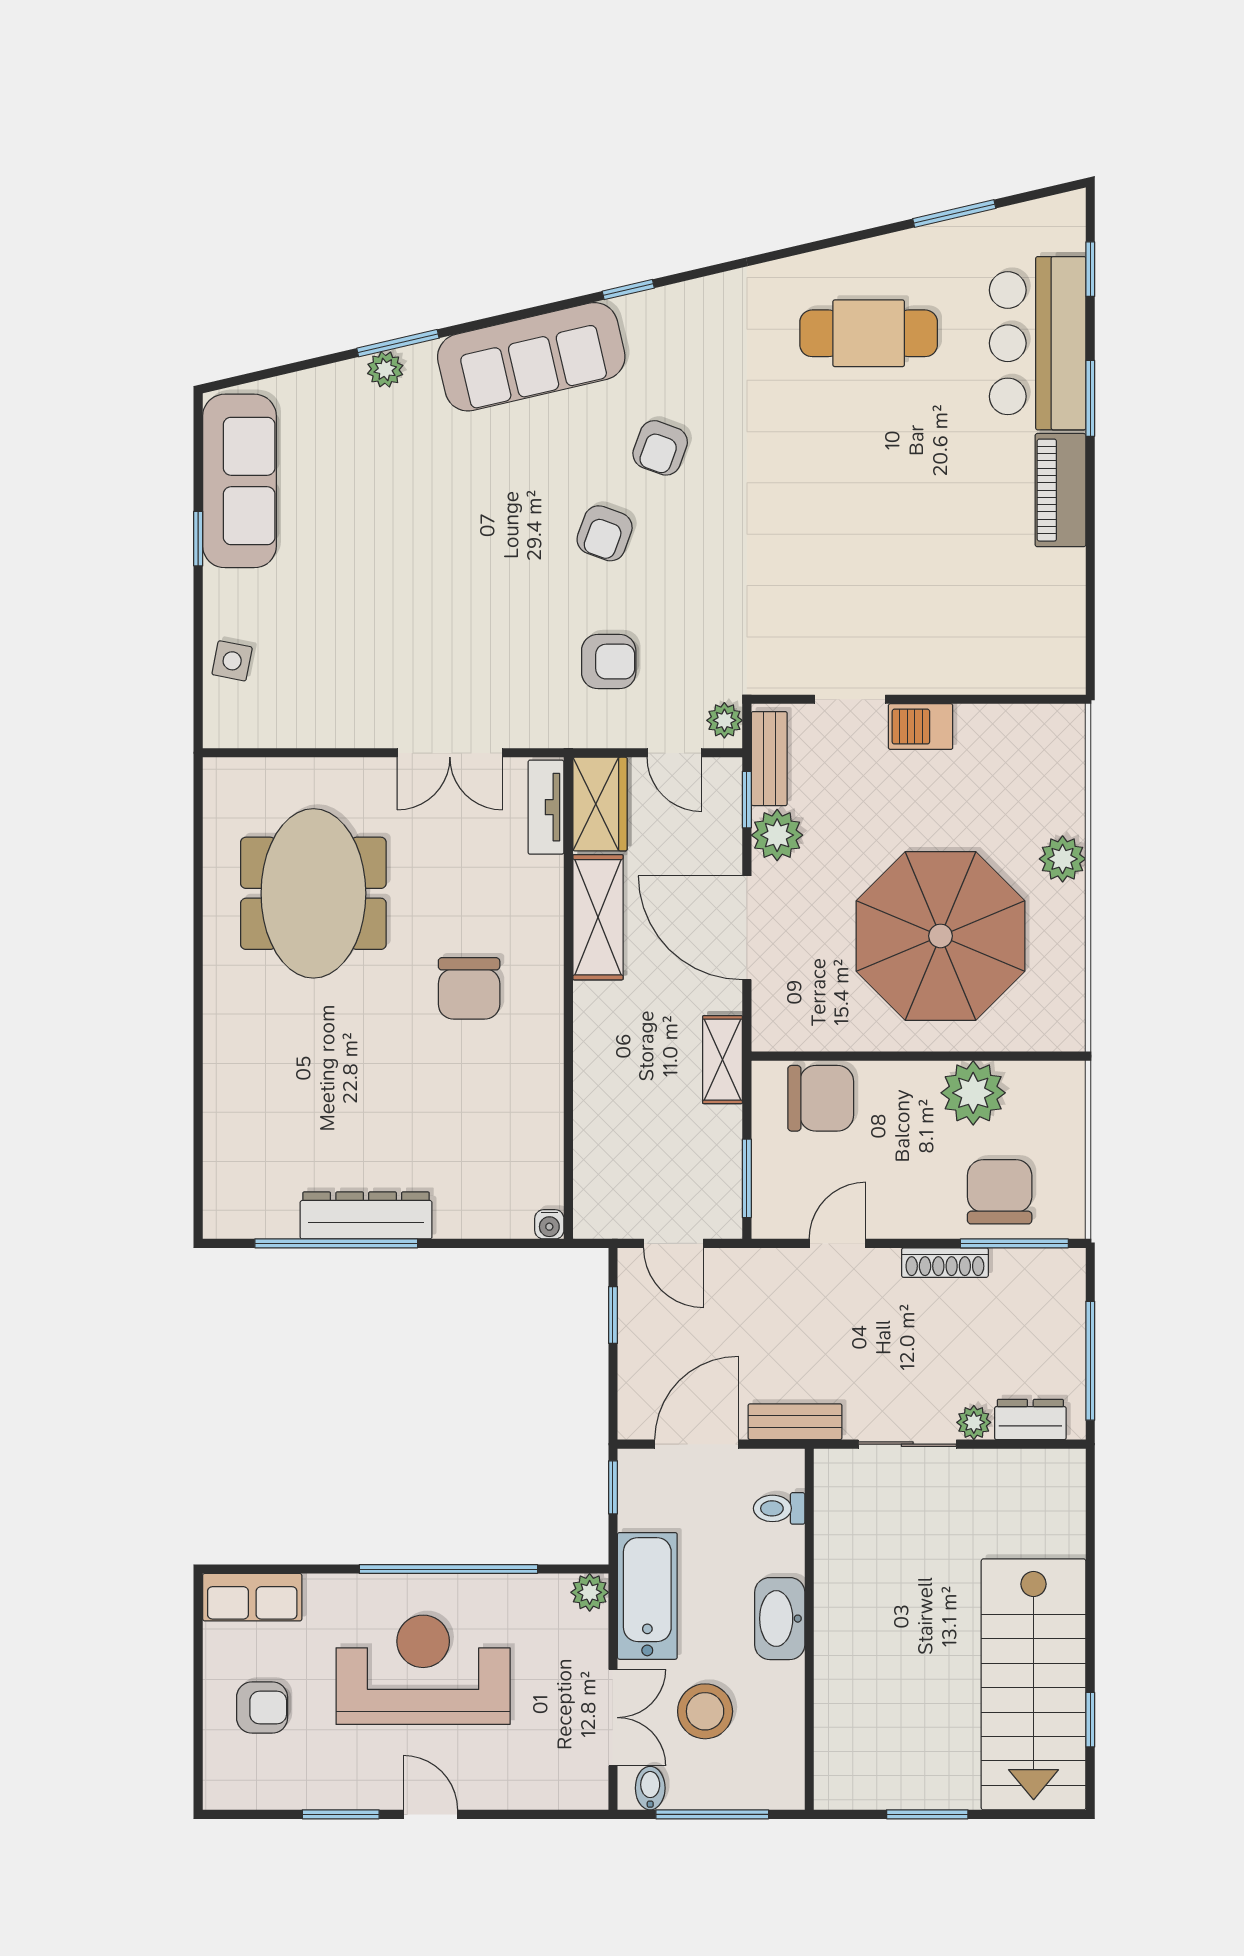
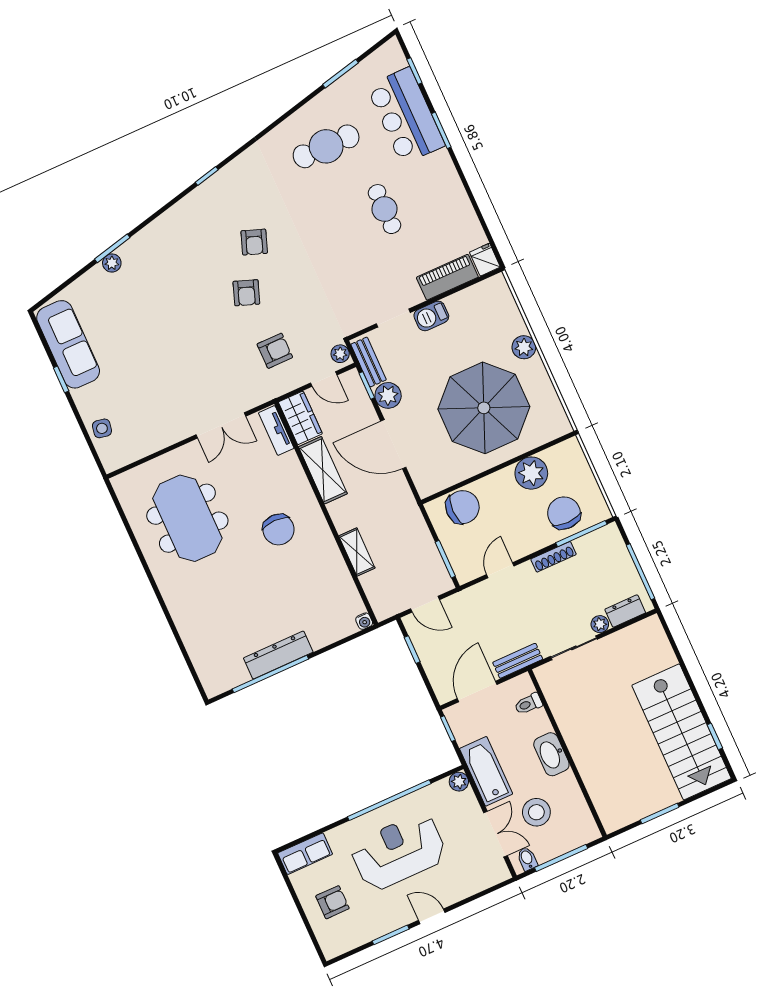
sofa: (531, 357) -> (176, 227), removed
piano: (1060, 490) -> (447, 277), moved, turned 90
cafe table: (923, 495) -> (385, 209), added
fridge: (1064, 668) -> (485, 260), added
shelving: (723, 1060) -> (357, 552), moved

